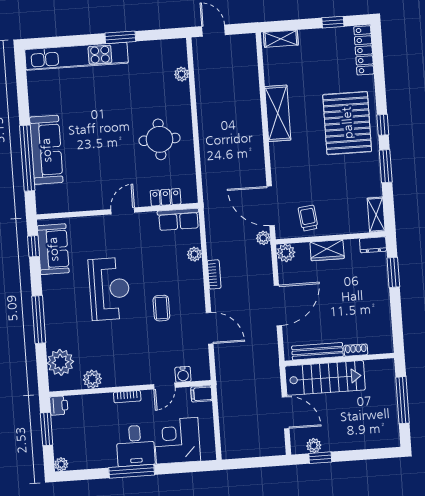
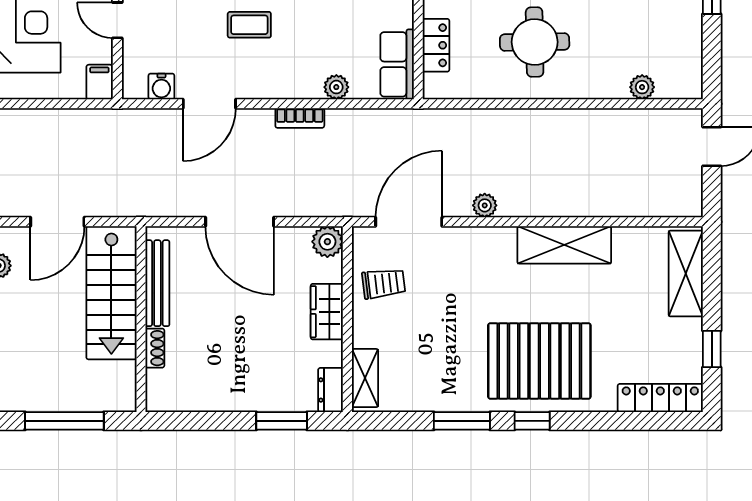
shelving: (281, 39) -> (686, 273), width x1.50, depth x1.33
shelving: (376, 215) -> (365, 378), moved, turned 90
plant: (263, 238) -> (485, 205), moved
water cooler: (183, 374) -> (161, 86), moved, turned -90

